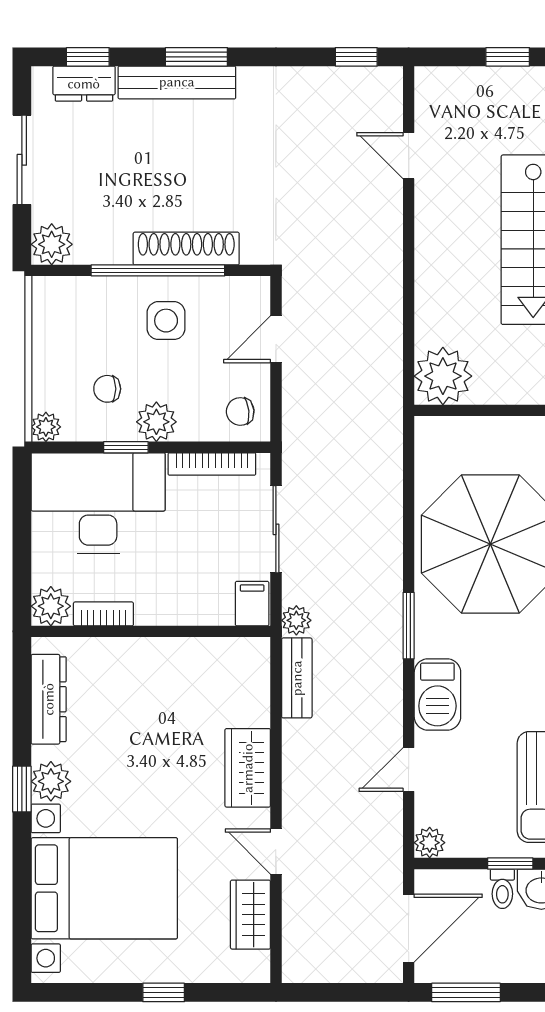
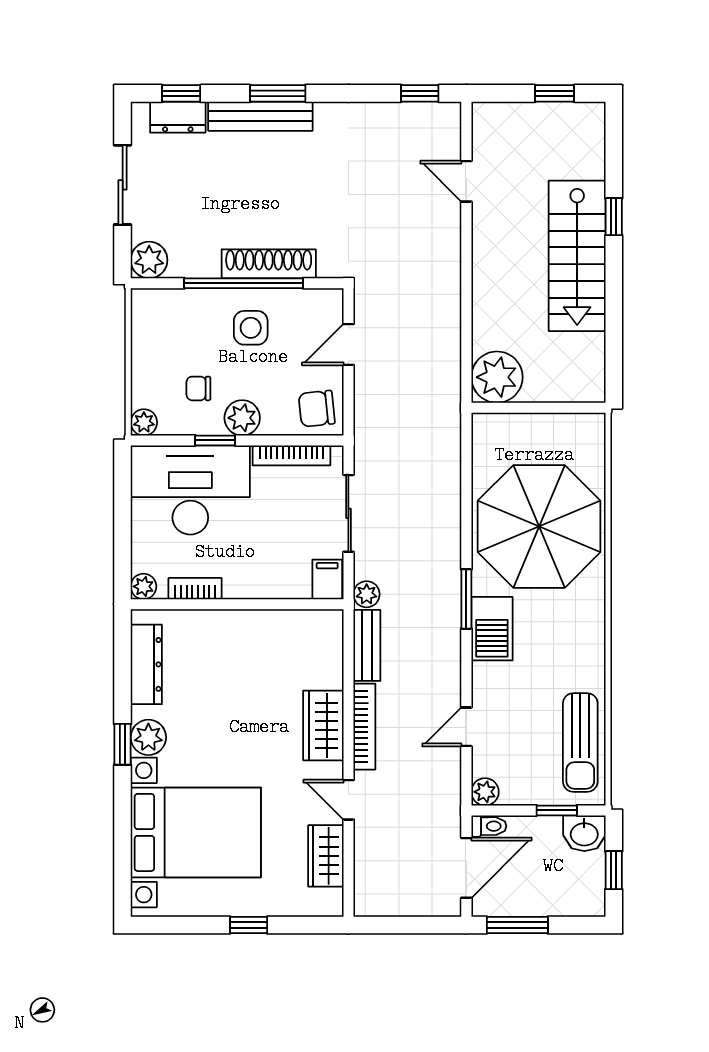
chair: (240, 411) -> (317, 409), width x1.37, depth x1.37
plant: (51, 606) -> (143, 586), width x0.73, depth x0.73
barbecue: (437, 695) -> (492, 629), moved
bookcase: (294, 769) -> (364, 727), added
toilet: (502, 889) -> (489, 826), moved, turned -90

